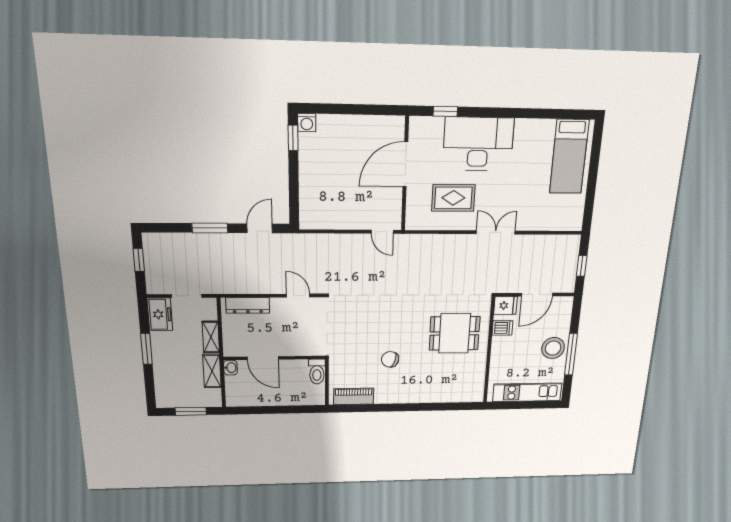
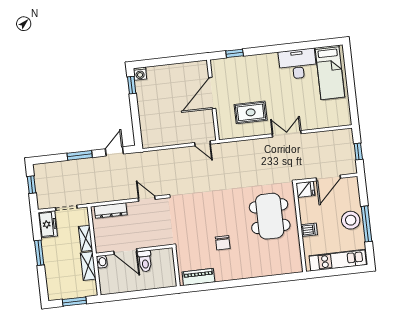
desk: (478, 144) -> (298, 64), moved, width x0.73, depth x0.77
dishwasher: (502, 328) -> (309, 230), moved
dining table: (455, 333) -> (270, 216), width x1.38
chair: (390, 359) -> (223, 243), turned -106
toilet: (317, 372) -> (145, 261), moved

